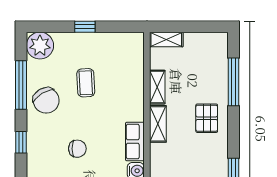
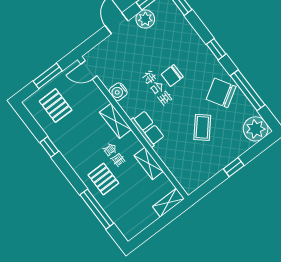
coffee table: (86, 83) -> (202, 127), turned 44
pallet: (207, 118) -> (103, 179), moved
shelving: (158, 124) -> (115, 121), moved
row of seats: (135, 142) -> (147, 129), moved

